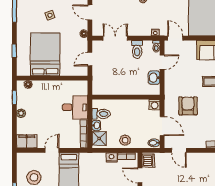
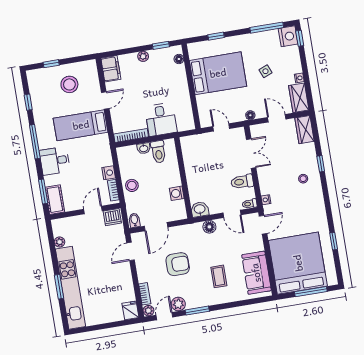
door: (90, 12) -> (277, 118), hinge flipped
washbasin: (154, 78) -> (200, 209), moved
floor lamp: (170, 82) -> (209, 227), added
washing machine: (155, 105) -> (177, 193), moved
armchair: (188, 106) -> (178, 264), moved
shower: (99, 138) -> (129, 154), removed
door: (52, 150) -> (105, 100), hinge flipped

